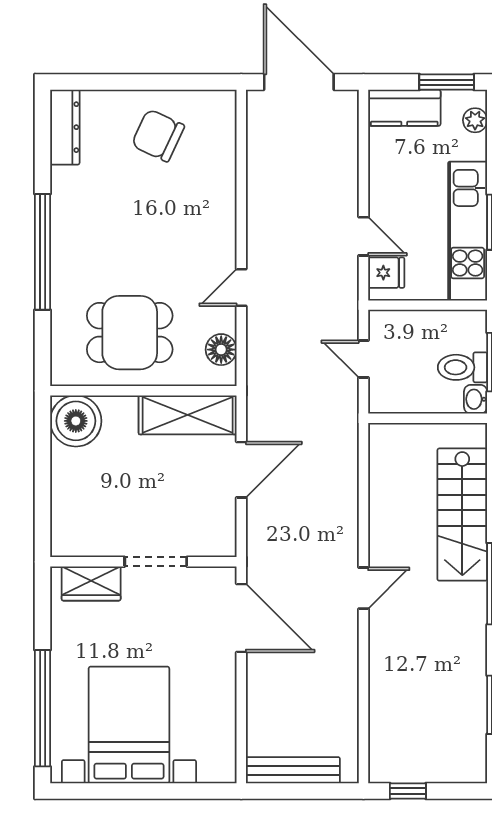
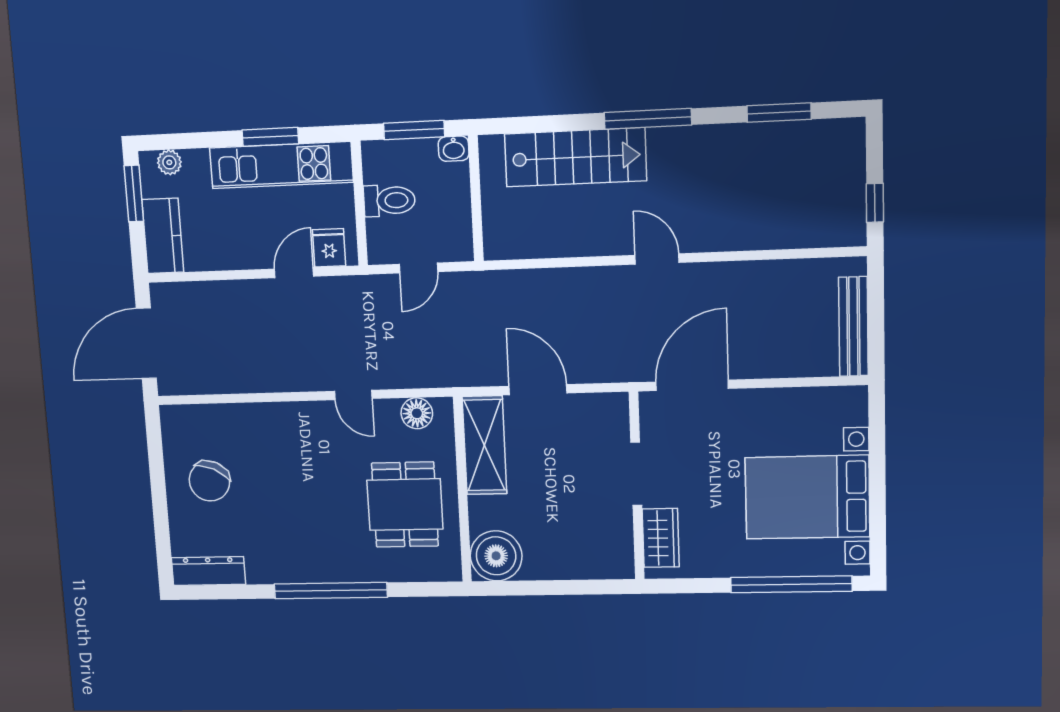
toilet: (462, 367) -> (389, 200), moved, turned -90

